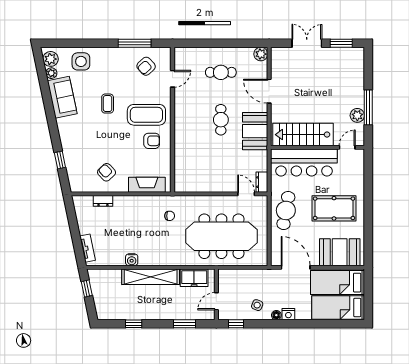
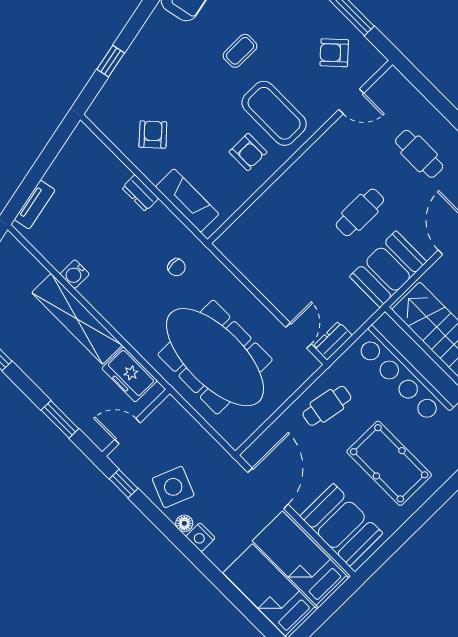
dresser: (103, 201) -> (140, 193), moved
cafe table: (286, 210) -> (327, 406), width x0.73, depth x0.74
side table: (257, 305) -> (173, 487), width x1.87, depth x1.87

